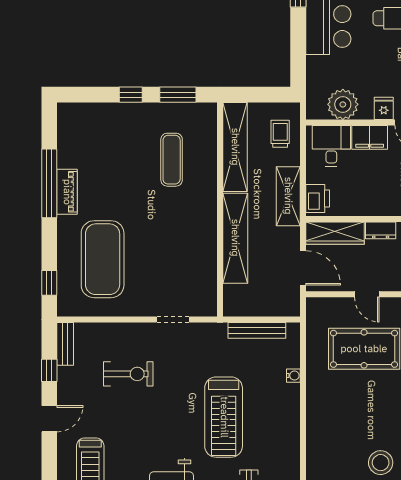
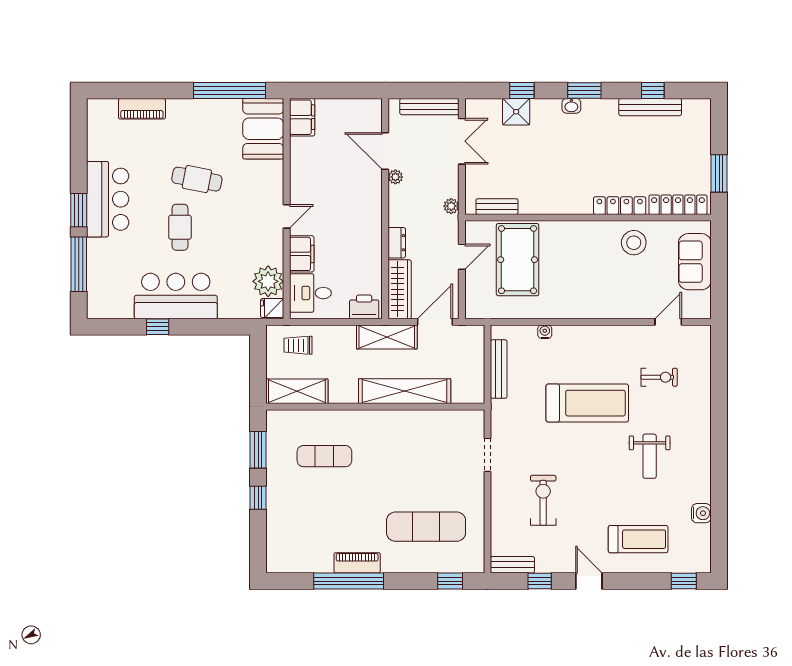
fridge: (384, 108) -> (272, 308), moved
shelving: (235, 147) -> (297, 391), width x0.68
shelving: (288, 196) -> (387, 337), moved
exercise mat: (103, 259) -> (426, 527), width x0.68

